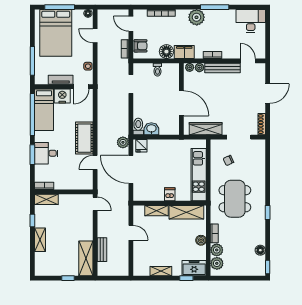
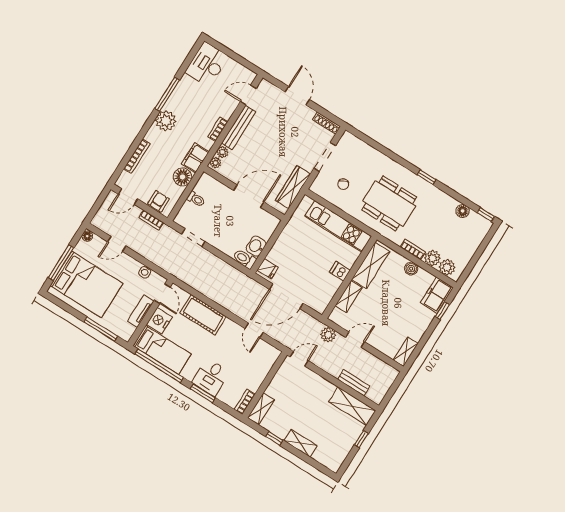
cot: (84, 138) -> (203, 315), moved
plant: (123, 142) -> (328, 335), moved
shelving: (161, 271) -> (406, 352), moved

